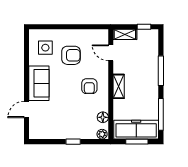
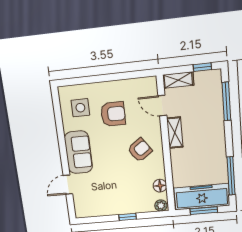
window: (161, 71) -> (226, 101), moved
armchair: (89, 86) -> (140, 150), turned -125
shelving: (119, 86) -> (175, 133), moved

